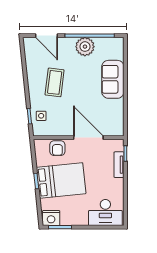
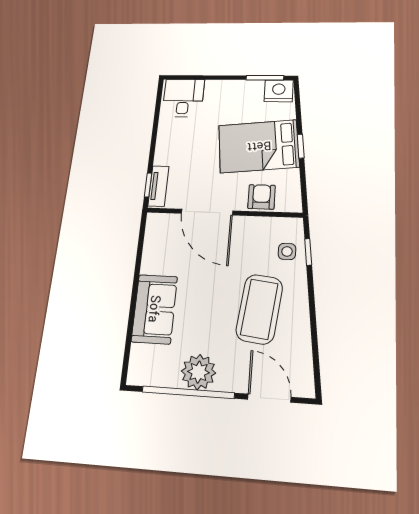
coffee table: (55, 82) -> (259, 309), width x1.36, depth x1.32
tv unit: (119, 165) -> (158, 186), moved
desk: (105, 213) -> (183, 98), width x0.73

